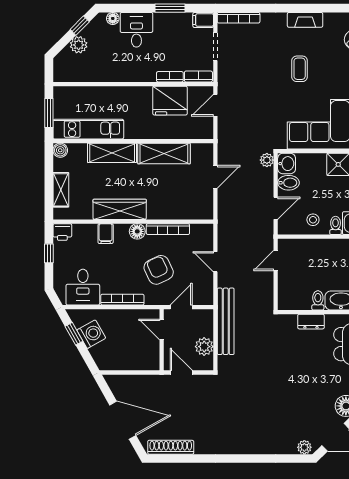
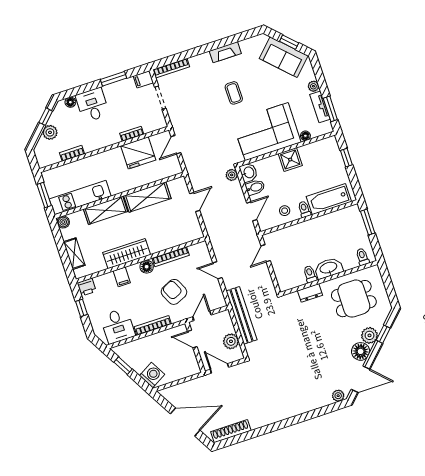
bookcase: (198, 77) -> (72, 153), moved
washing machine: (91, 334) -> (152, 375), moved

